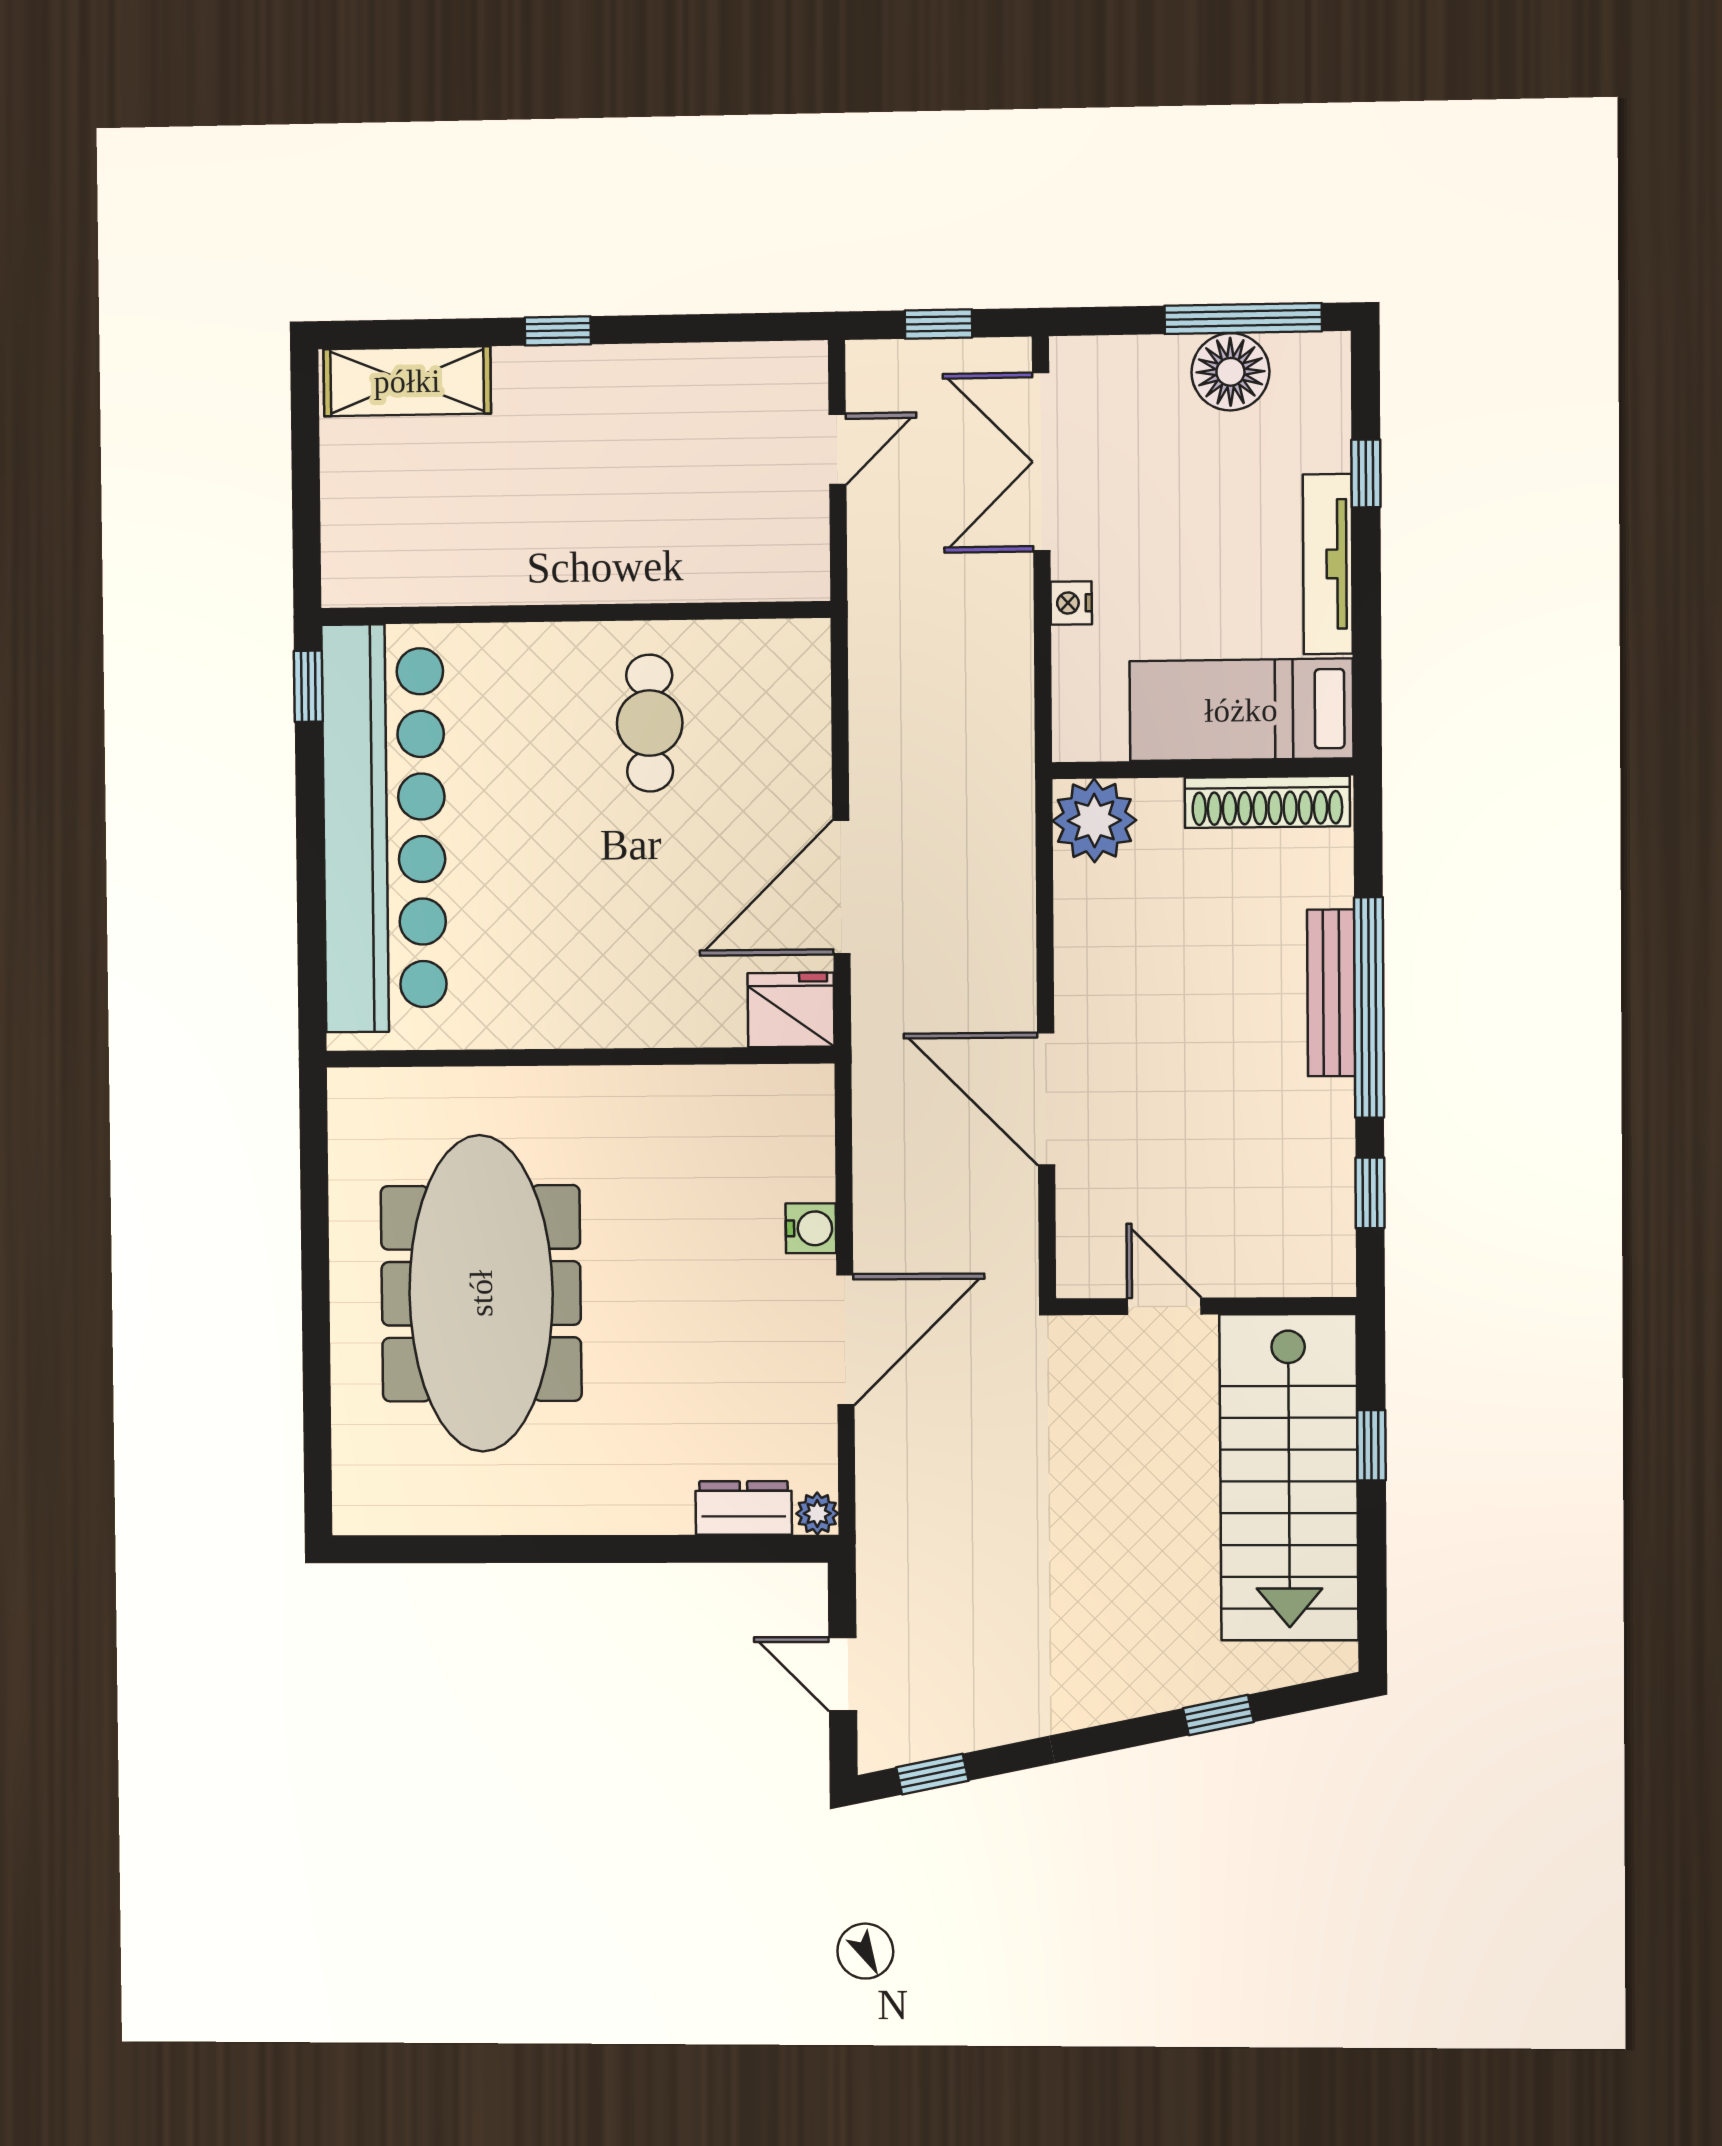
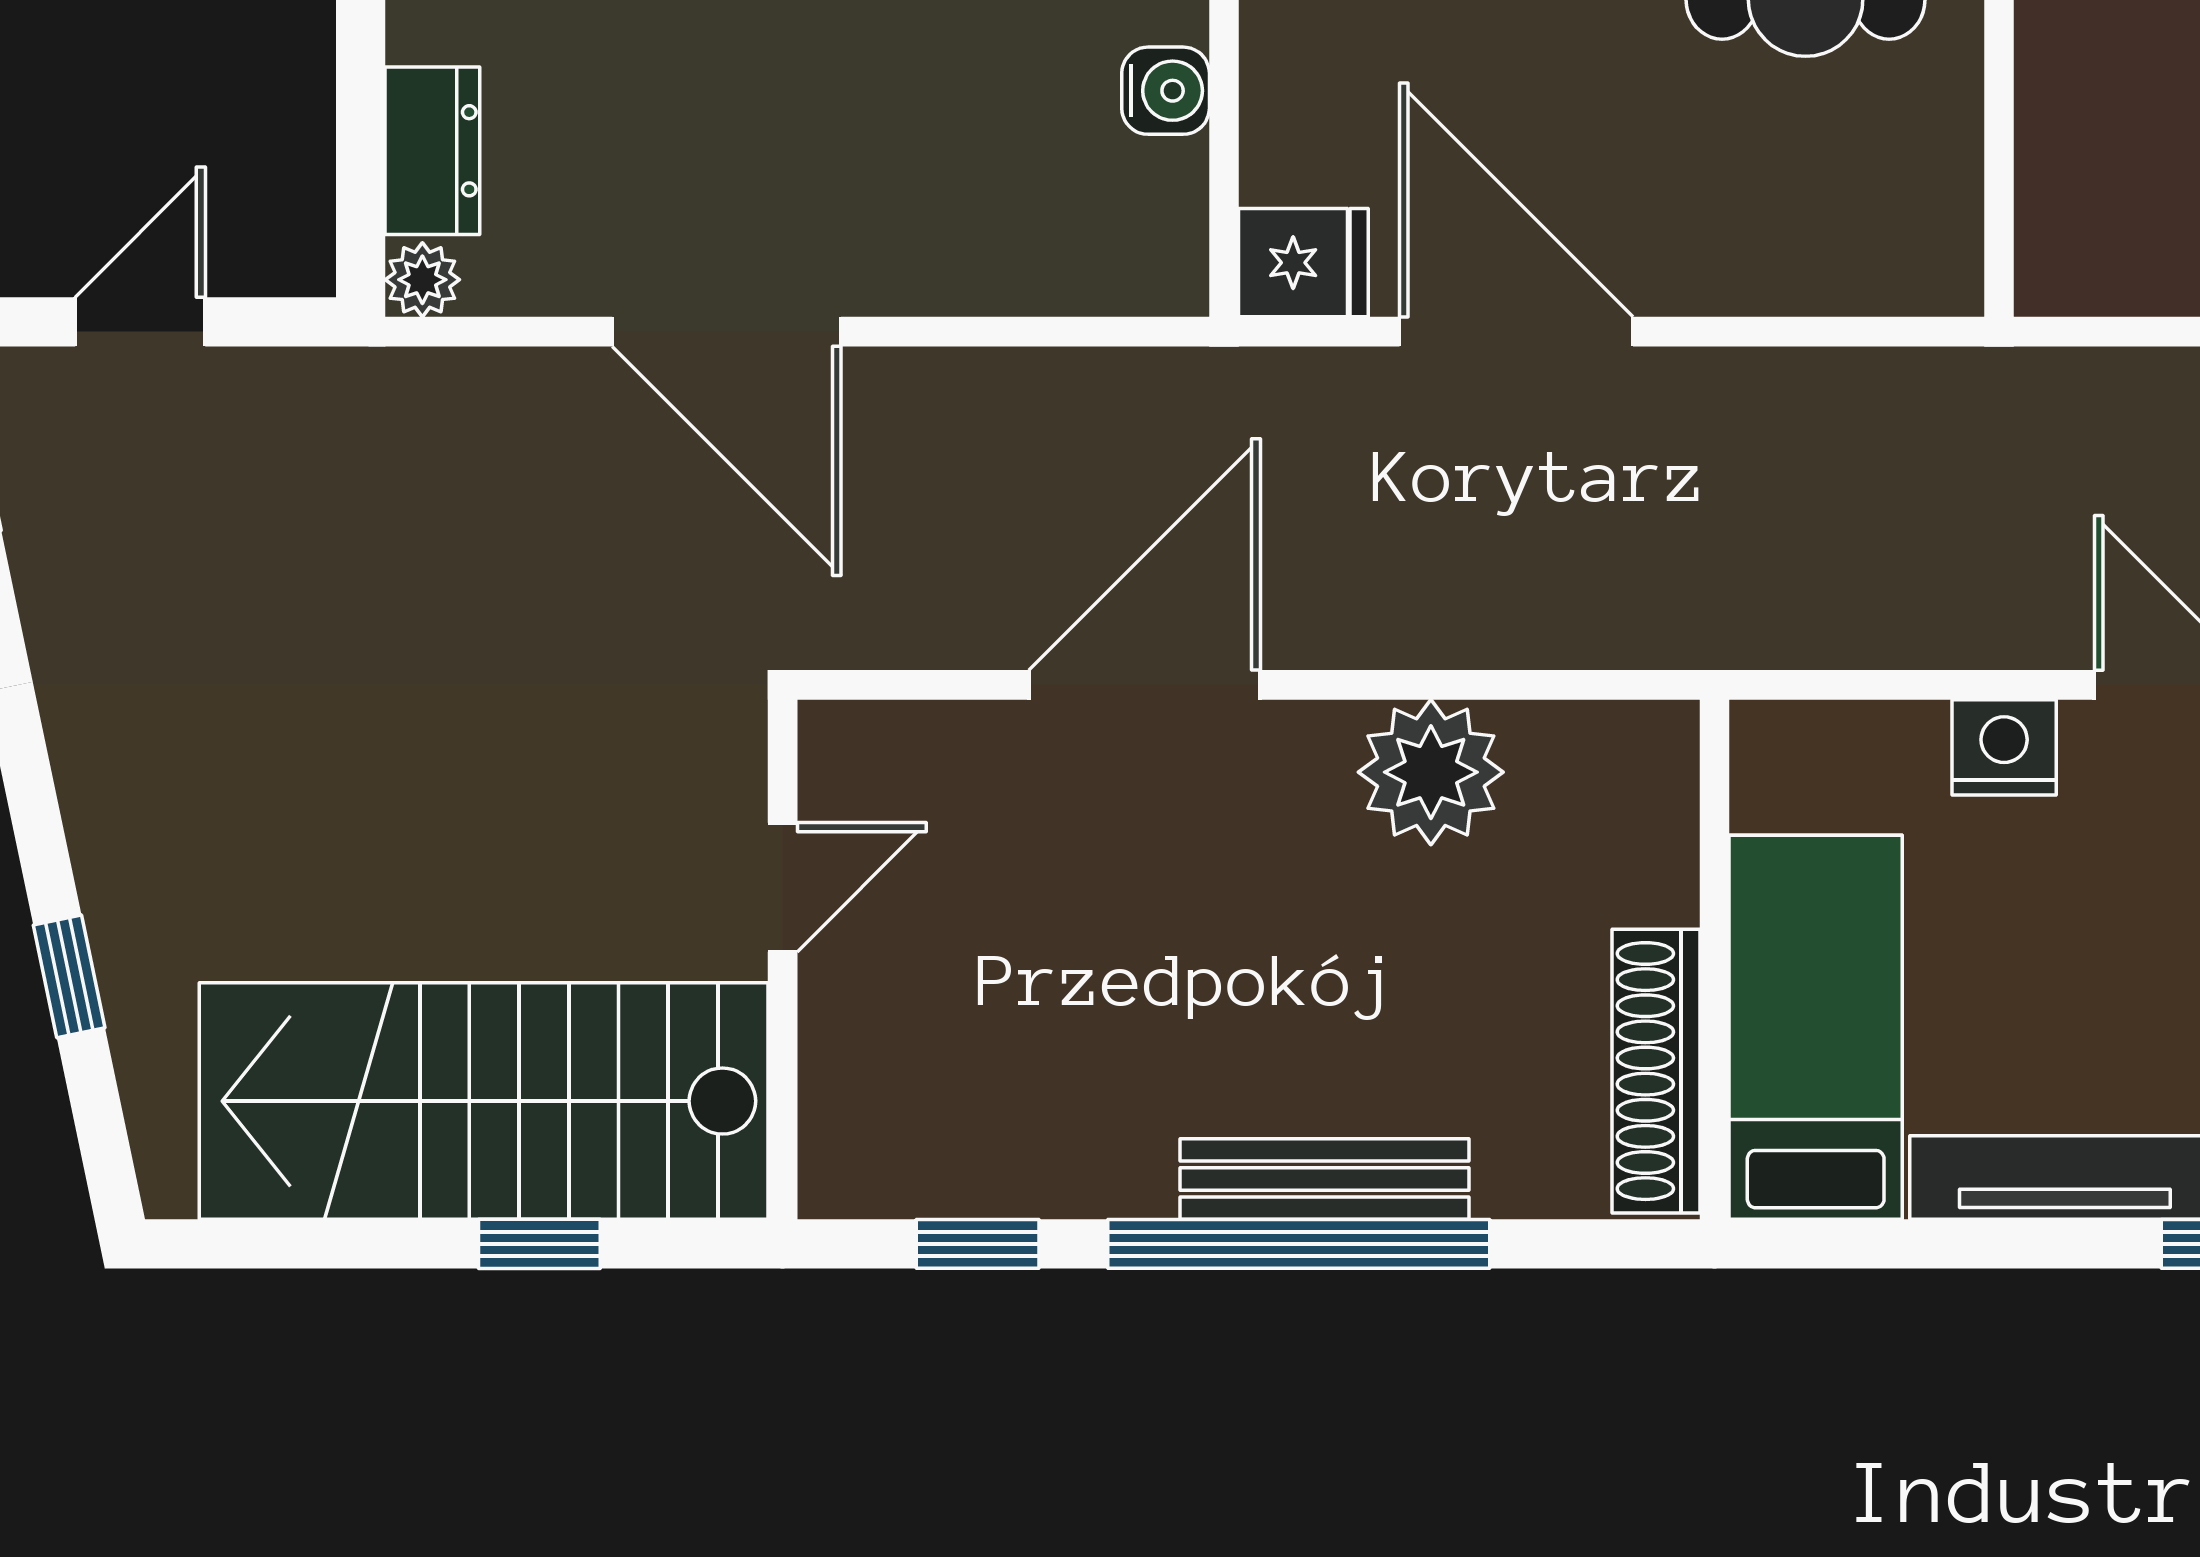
nightstand: (1071, 603) -> (2004, 747), width x1.39, depth x1.35
plant: (1094, 821) -> (1431, 772), moved
fridge: (791, 1010) -> (1303, 263), width x0.72
water cooler: (811, 1228) -> (1166, 91), moved, turned -90

